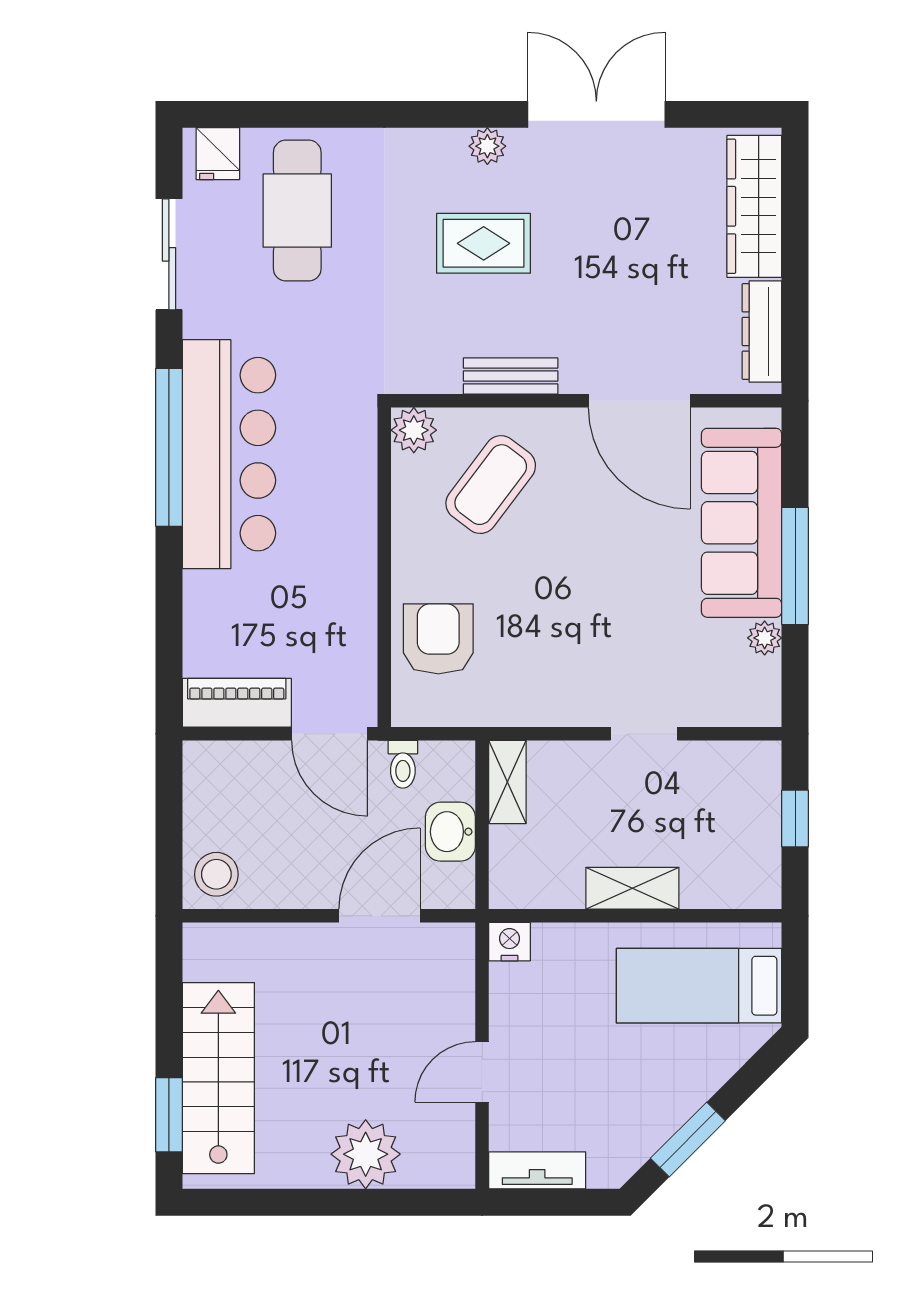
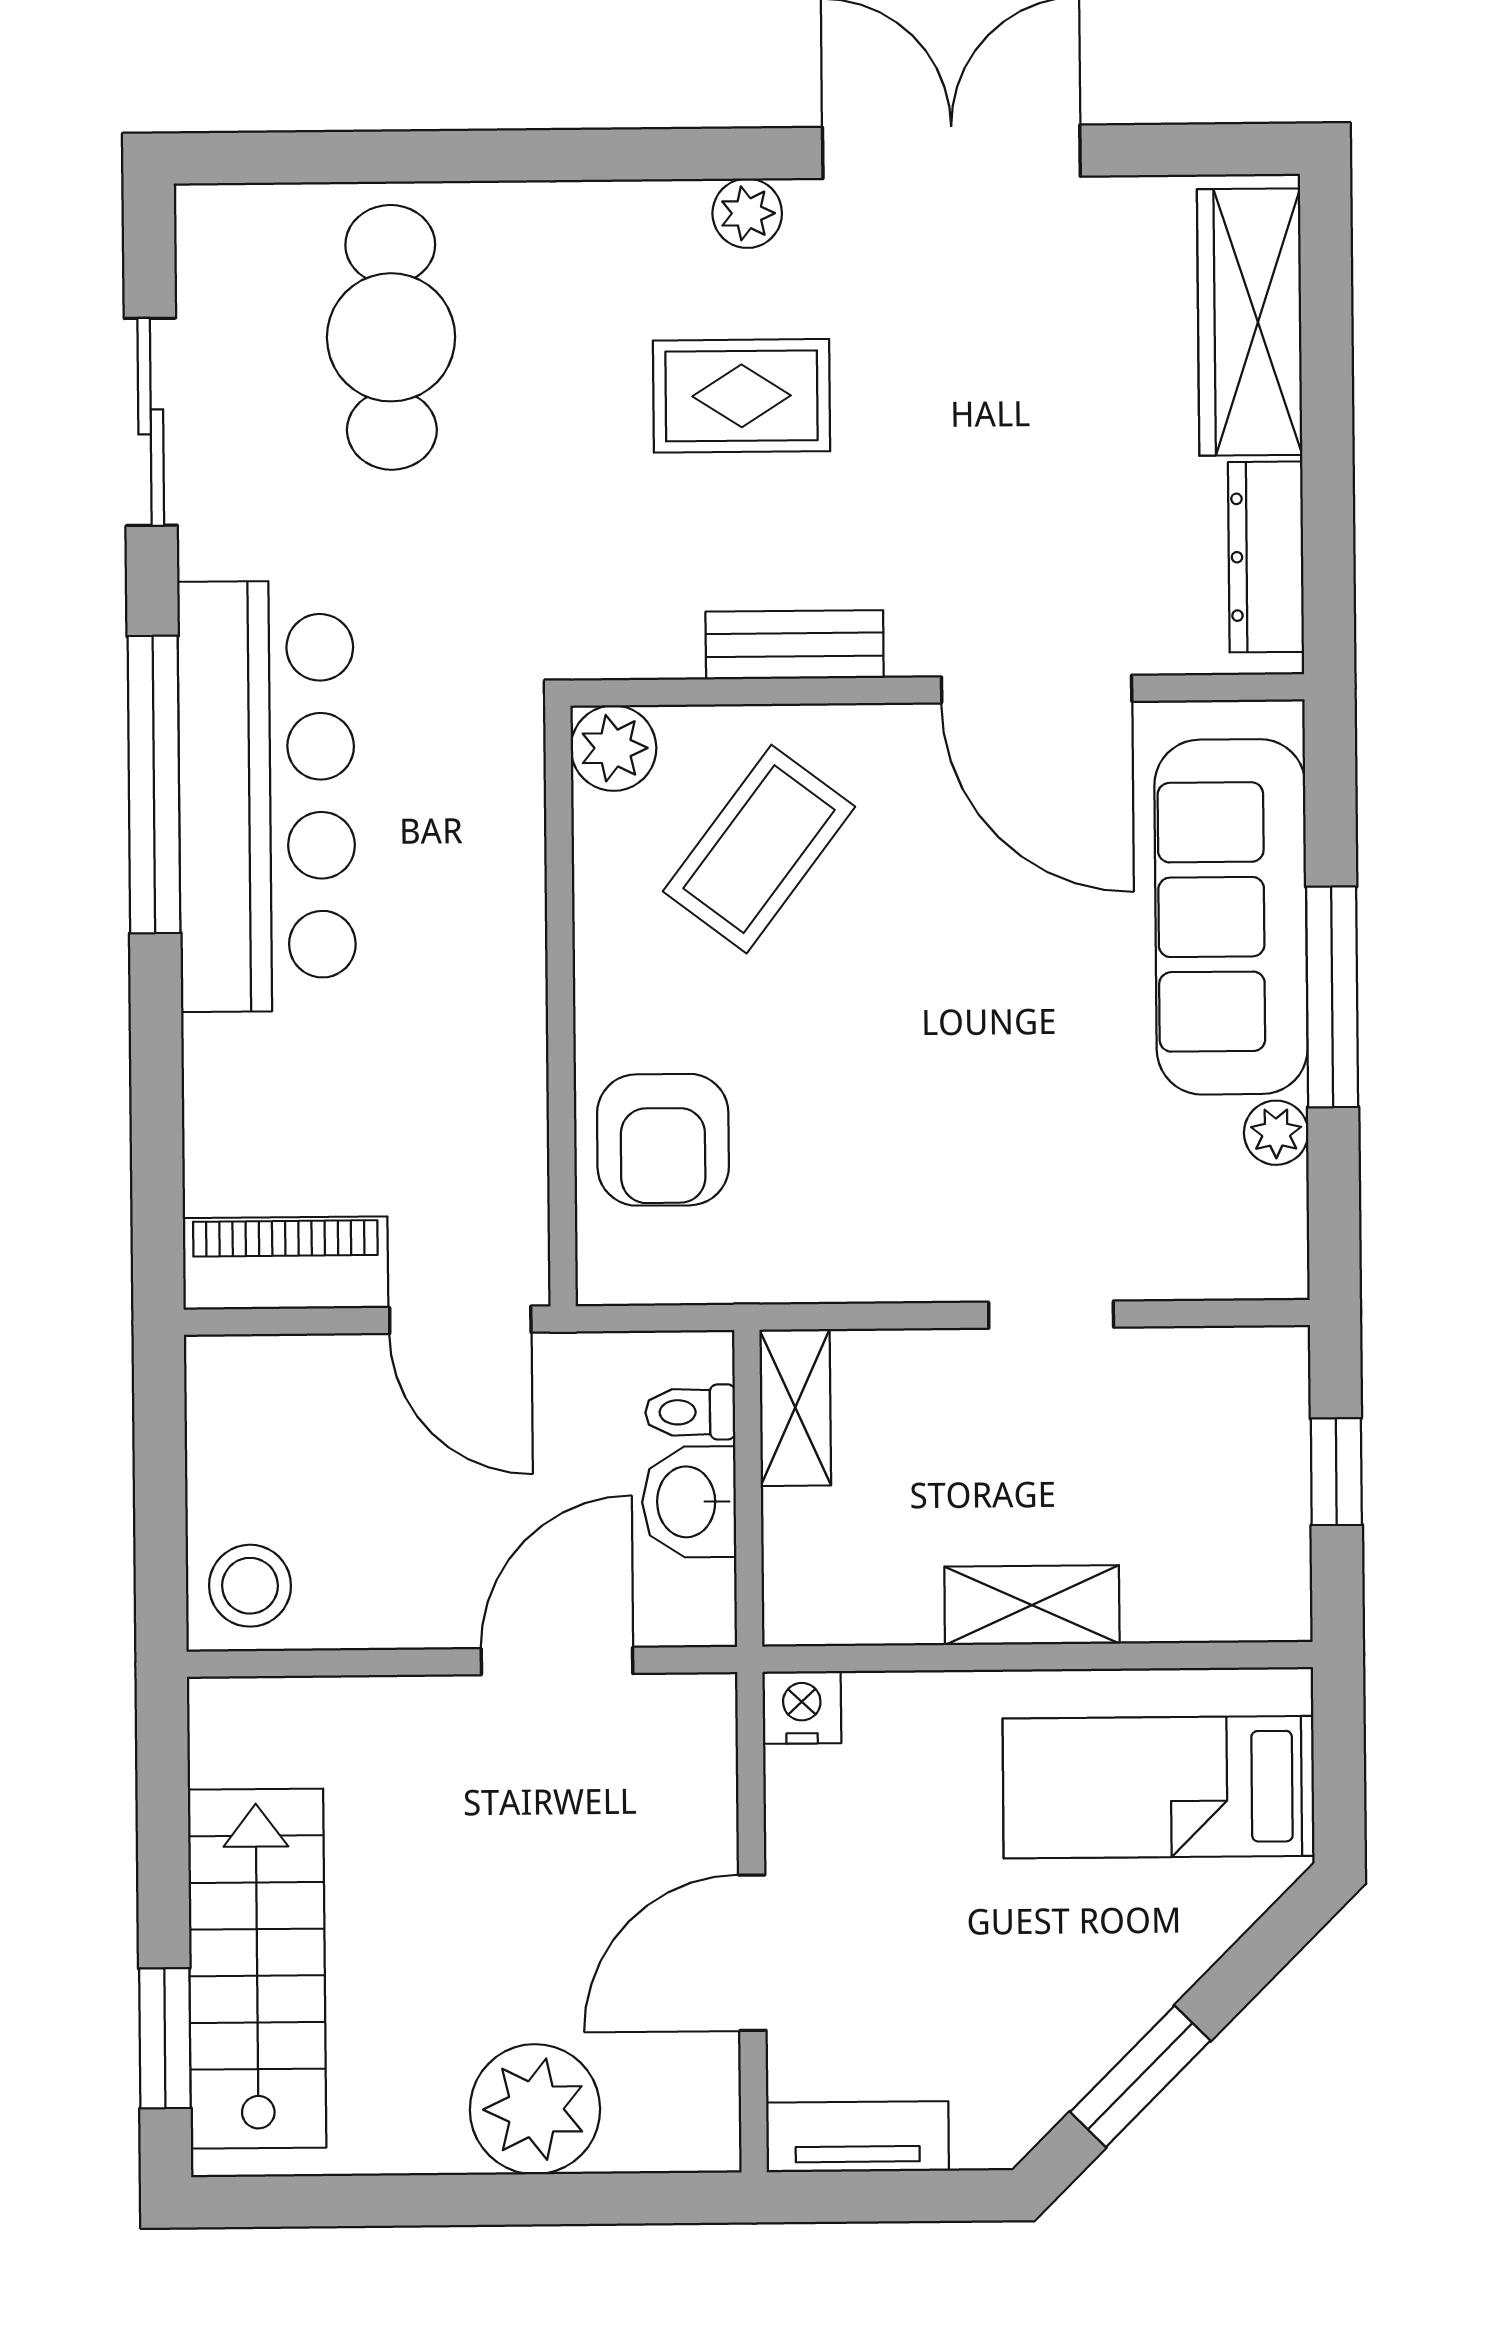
fridge: (218, 154) -> (241, 232), removed
armchair: (438, 639) -> (663, 1140), turned 180
toilet: (403, 764) -> (690, 1412), moved, turned 90
door: (482, 1072) -> (752, 1953), width x1.38

